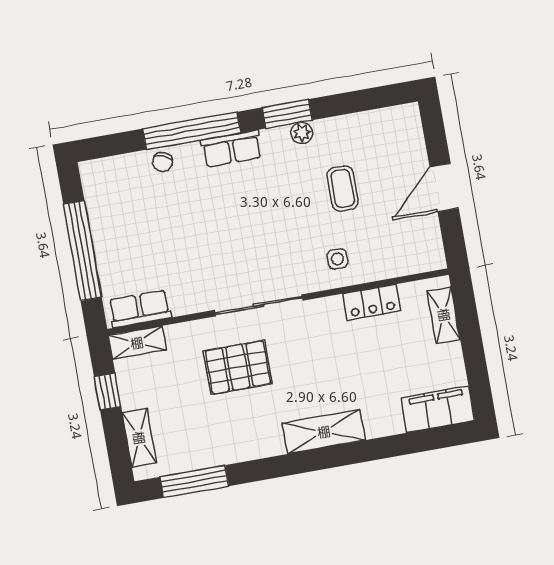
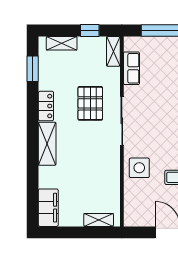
side table: (337, 259) -> (139, 168), width x1.87, depth x1.87
locker: (372, 302) -> (46, 106), moved, turned 180
row of seats: (140, 309) -> (131, 68), moved
window: (194, 482) -> (33, 69), width x0.69

